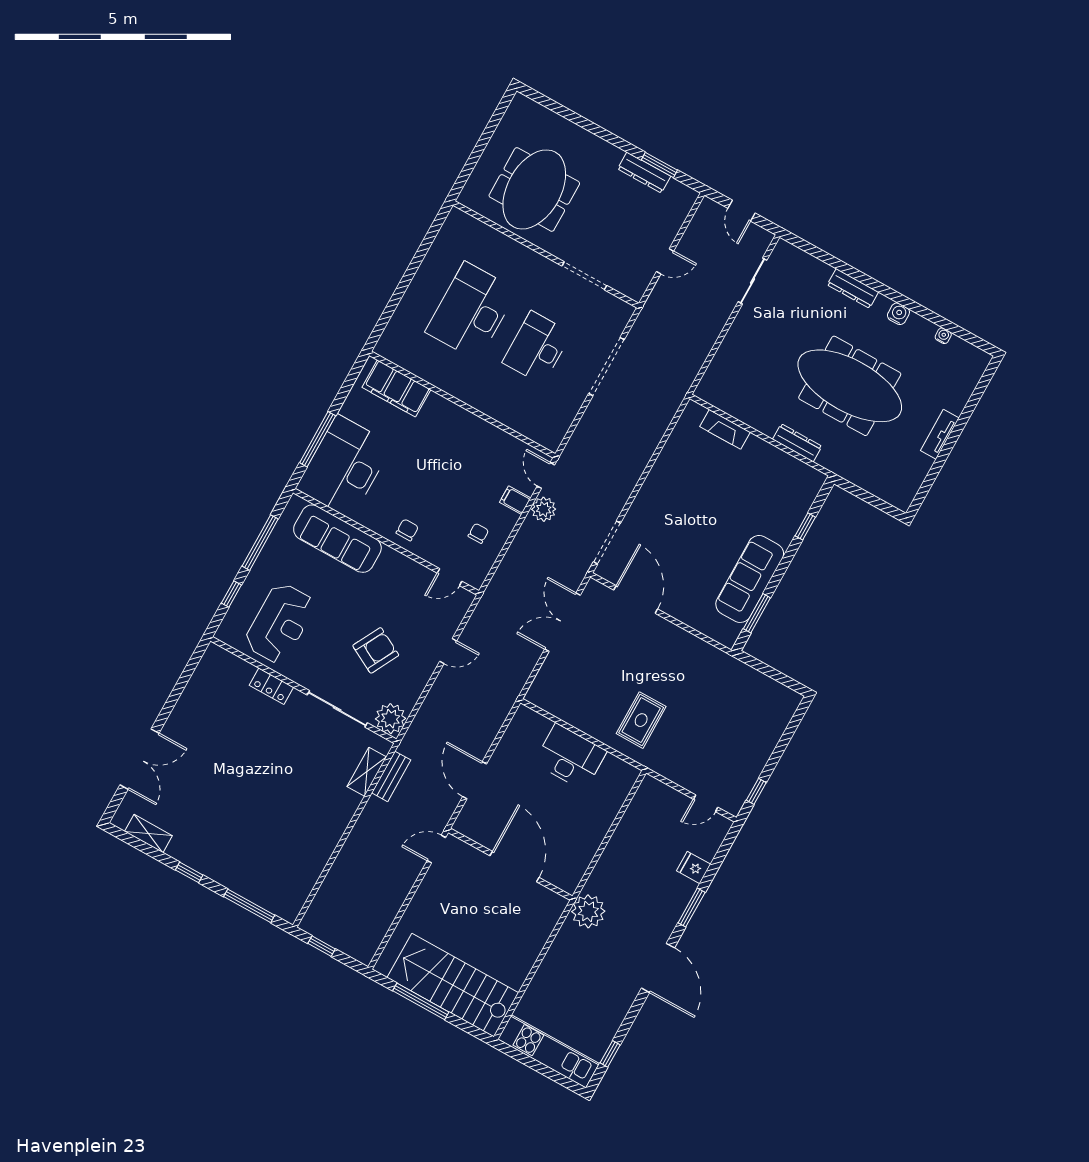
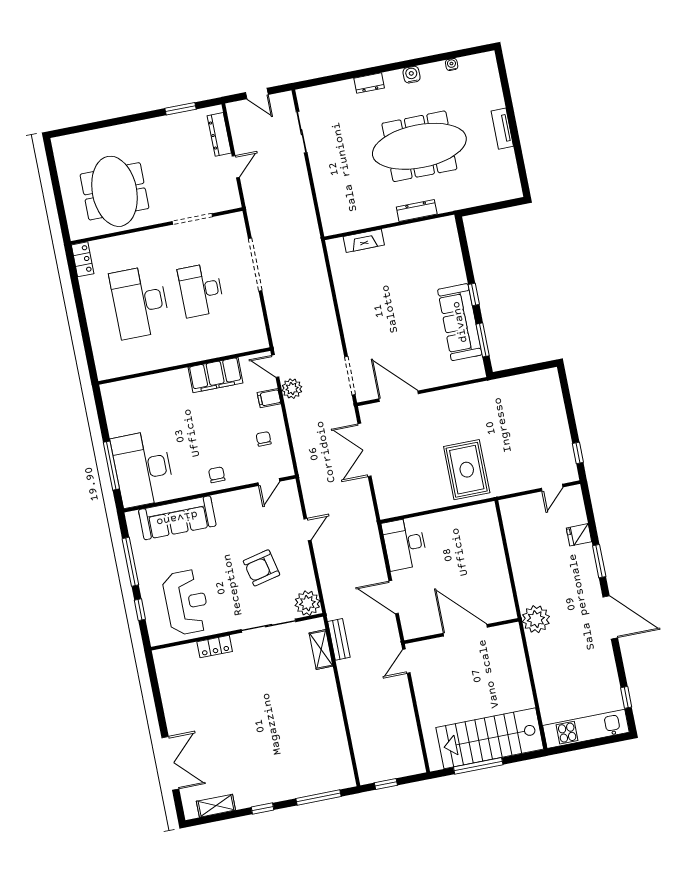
dresser: (644, 173) -> (219, 134), moved, turned 90
locker: (452, 227) -> (83, 259), added
dresser: (853, 288) -> (369, 83), width x0.70
filing cabinet: (396, 388) -> (216, 375), moved
window: (805, 526) -> (474, 294), moved
armchair: (376, 650) -> (262, 568), turned -131
rug: (641, 720) -> (467, 470), width x1.36, depth x1.43
desk: (570, 757) -> (405, 544), moved, turned -90

